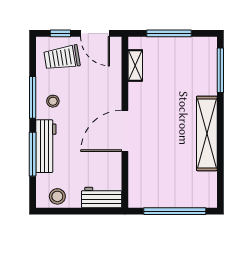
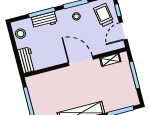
door: (125, 131) -> (81, 61), moved
workbench: (46, 146) -> (44, 20), width x0.73

